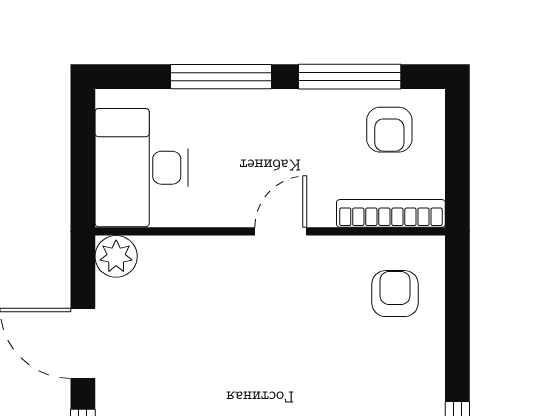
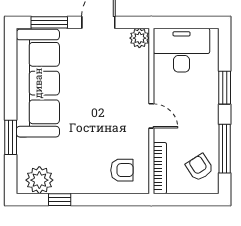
window: (221, 77) -> (225, 88), width x0.69
armchair: (389, 130) -> (200, 167), turned 57

